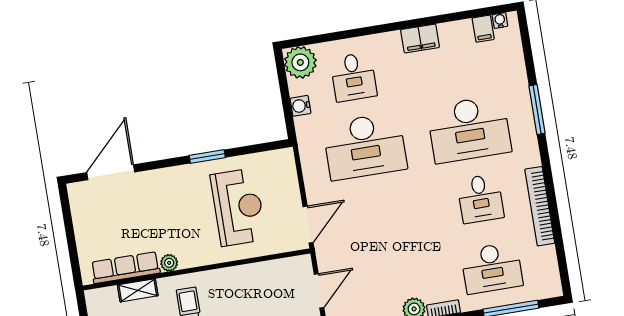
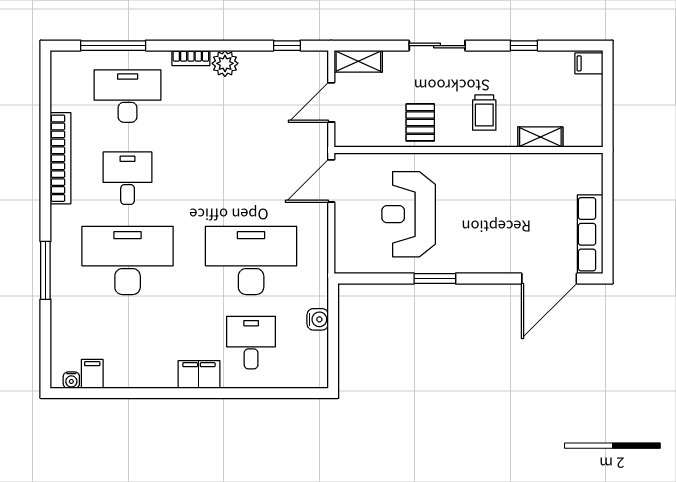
filing cabinet: (420, 38) -> (199, 374), moved
plant: (300, 62) -> (310, 369), removed
plant: (169, 263) -> (499, 163), removed
row of seats: (125, 268) -> (590, 234), moved, turned 90
pallet: (241, 286) -> (420, 122), added

